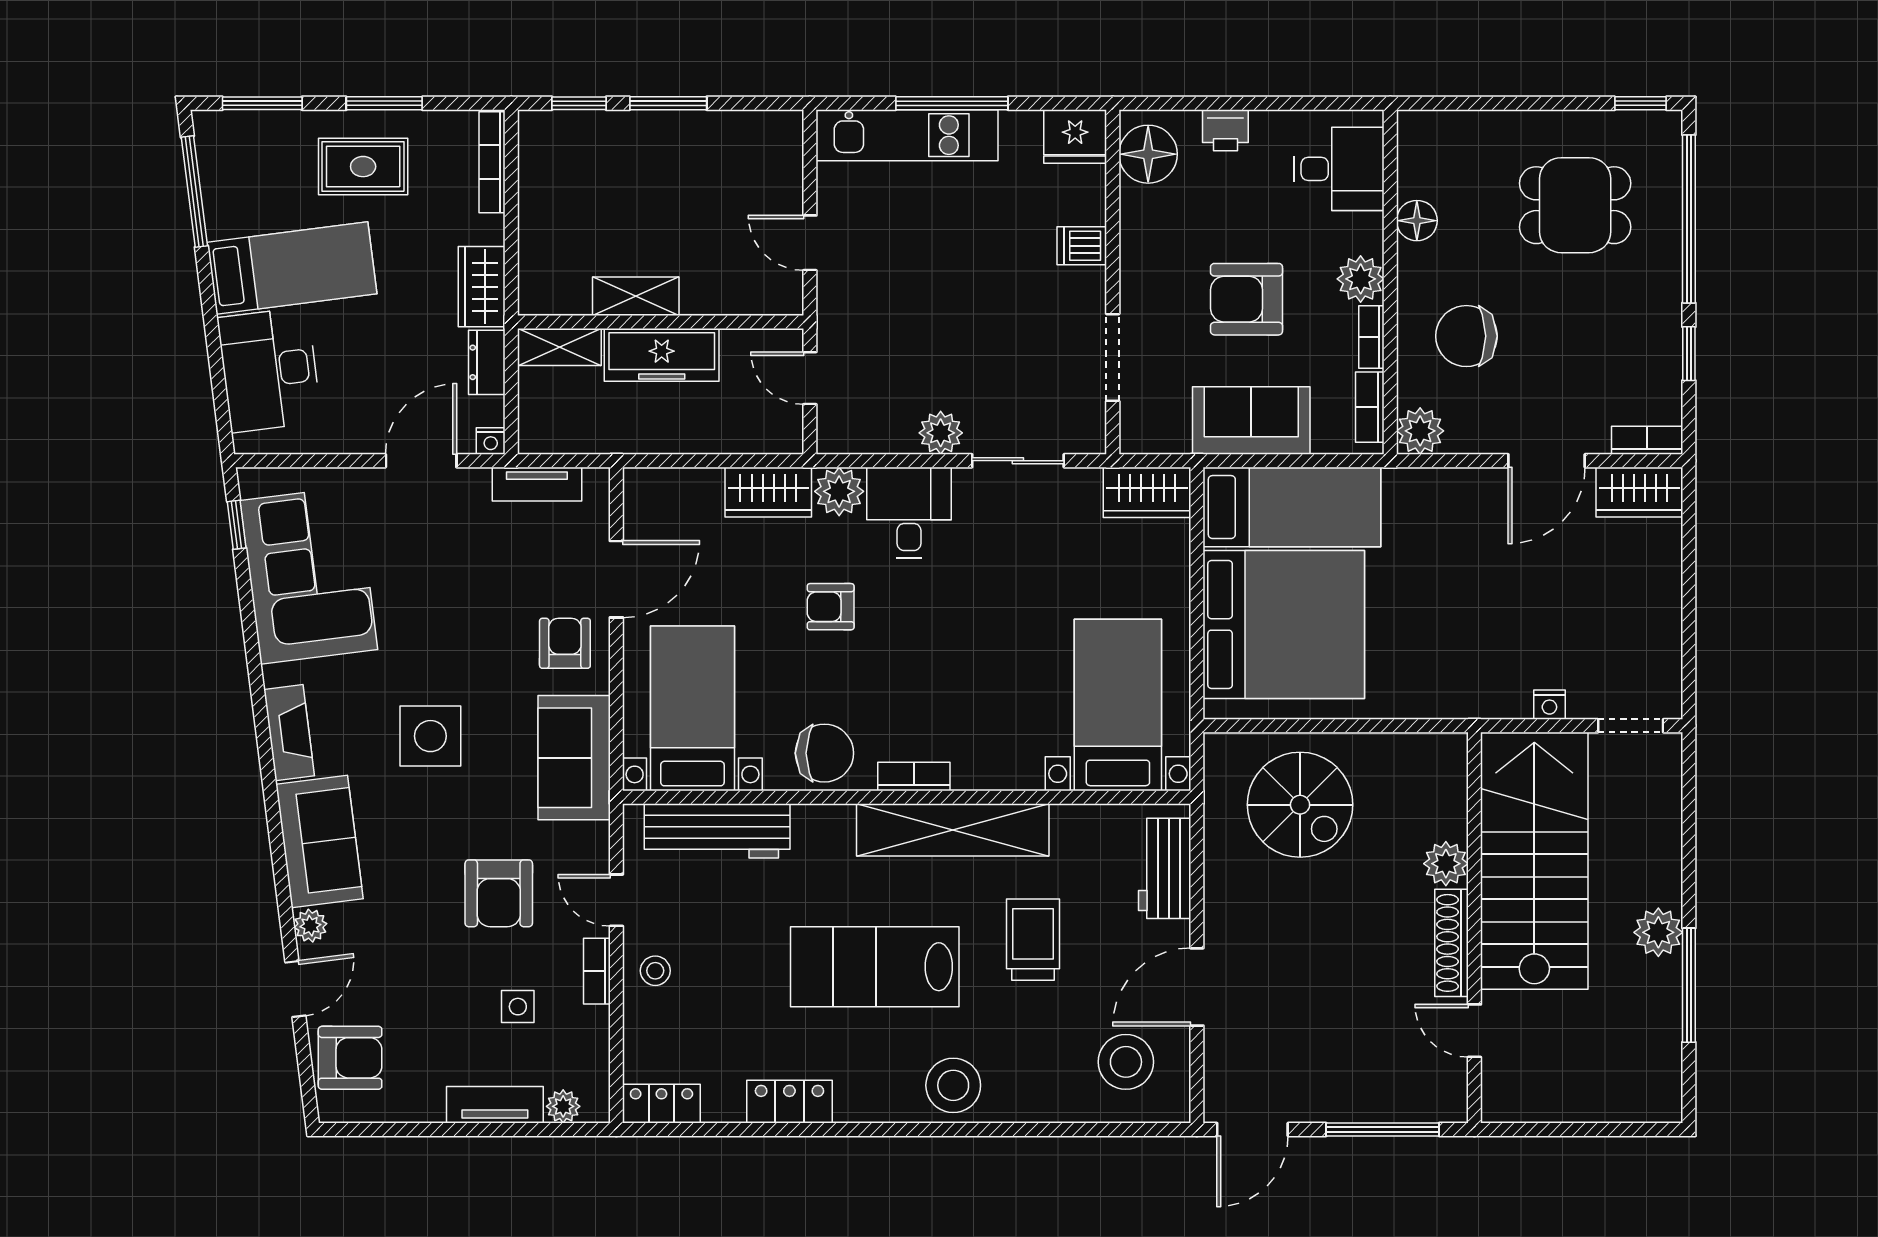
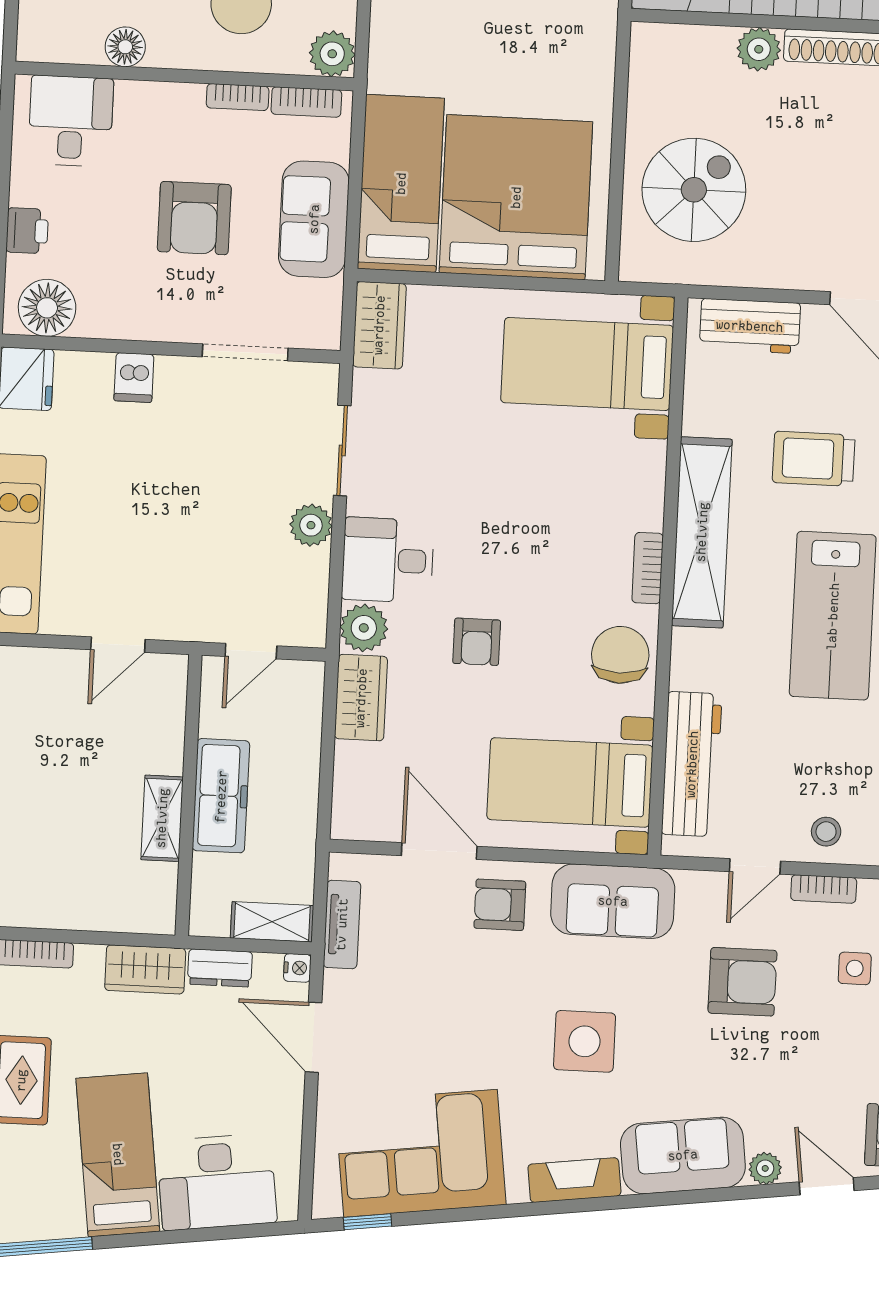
plant: (1361, 279) -> (180, 105), removed
shelving: (560, 347) -> (272, 922), moved, turned 90

